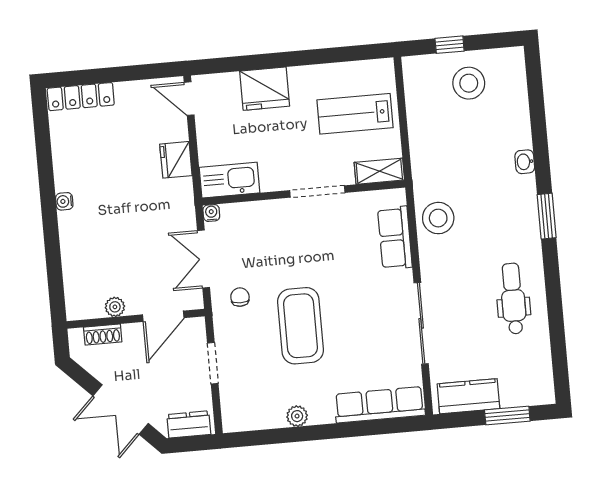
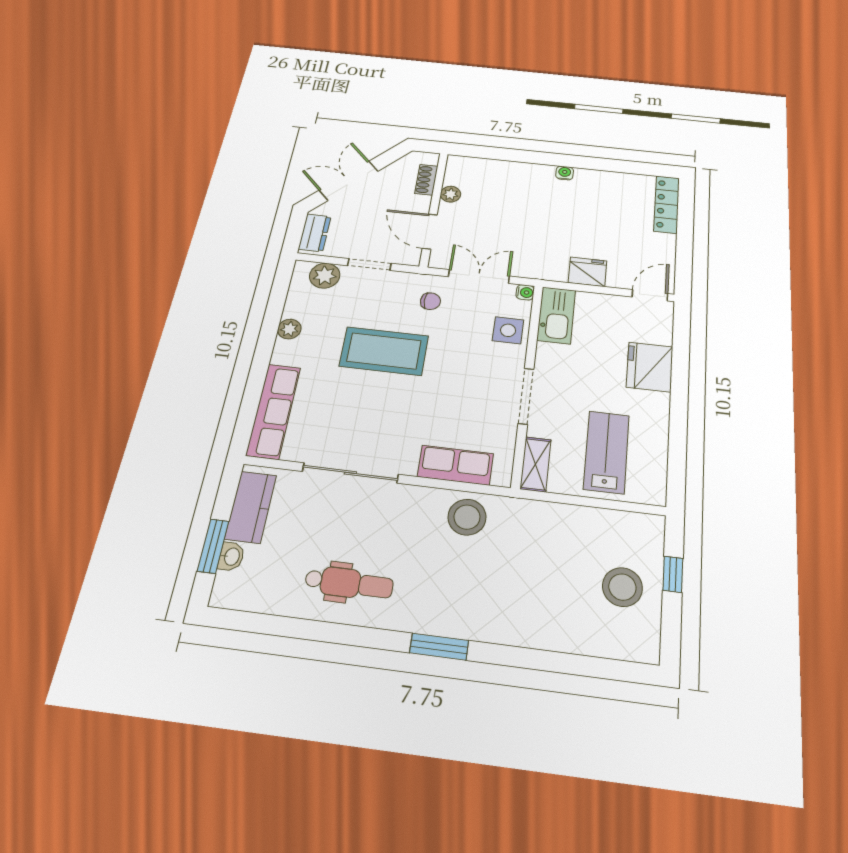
washbasin: (525, 162) -> (231, 557), moved, turned 90
side table: (255, 220) -> (508, 330), added
plant: (234, 401) -> (325, 276), added

